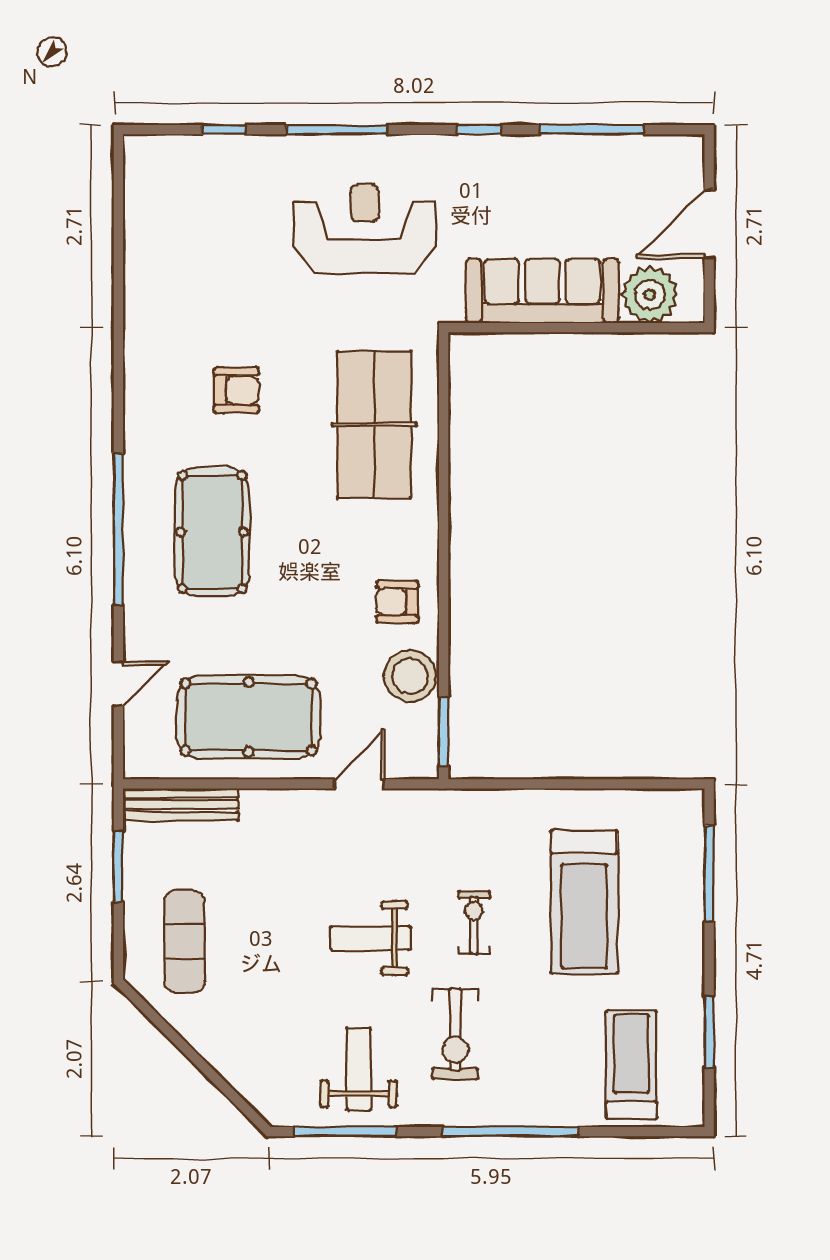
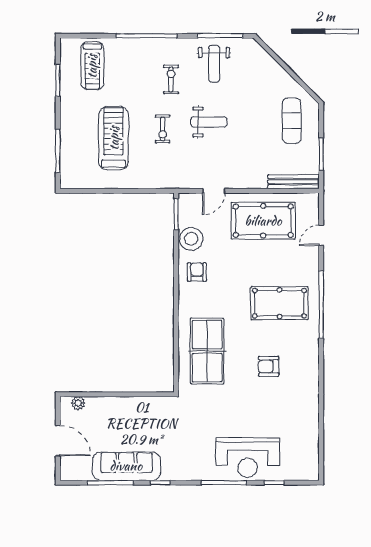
door: (709, 224) -> (58, 441), hinge flipped
reception desk: (365, 229) -> (248, 457), moved
sofa: (542, 291) -> (126, 466), moved, turned 180
plant: (650, 295) -> (78, 403), width x0.53, depth x0.53
pool table: (212, 532) -> (279, 303), turned 90
armchair: (397, 602) -> (197, 272), turned -90
exercise bike: (455, 1034) -> (171, 79), width x0.73, depth x0.72

